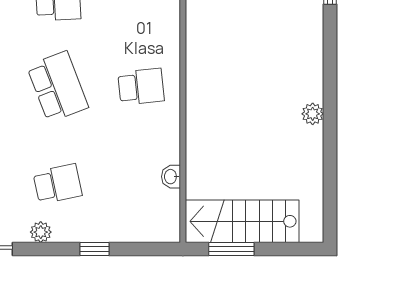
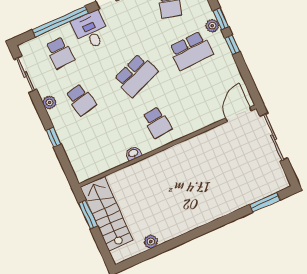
plant: (313, 114) -> (151, 242), moved
washbasin: (171, 177) -> (133, 153), moved

